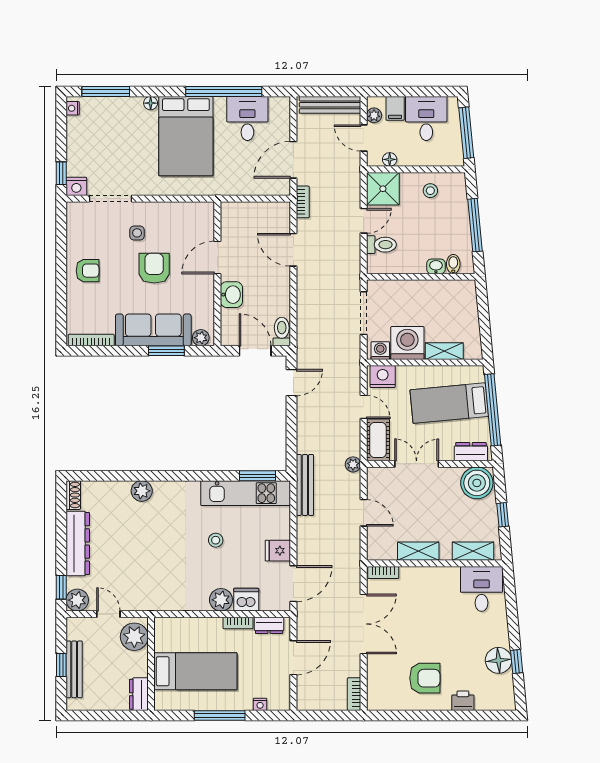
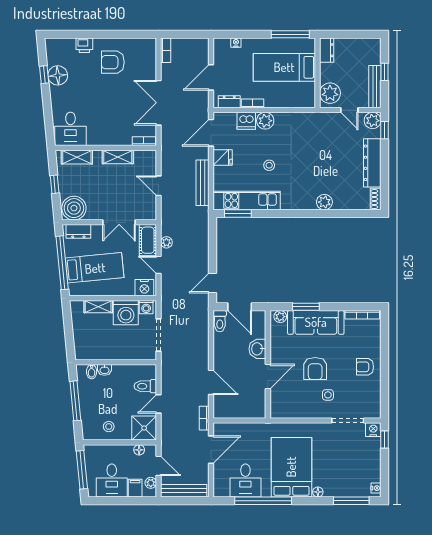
plant: (353, 464) -> (166, 242), moved
bench: (305, 485) -> (202, 183), moved
bench: (74, 669) -> (375, 87), moved
window: (220, 716) -> (290, 34), moved

